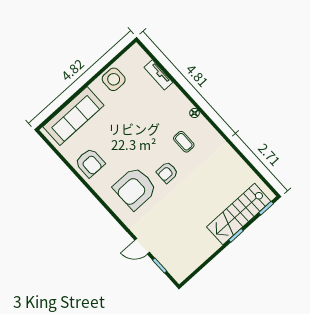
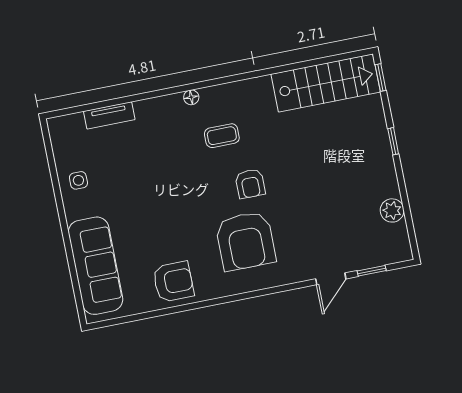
side table: (114, 79) -> (78, 180), width x0.54, depth x0.54
stairs: (239, 214) -> (326, 83), moved, turned -90
plant: (199, 257) -> (392, 210), added

